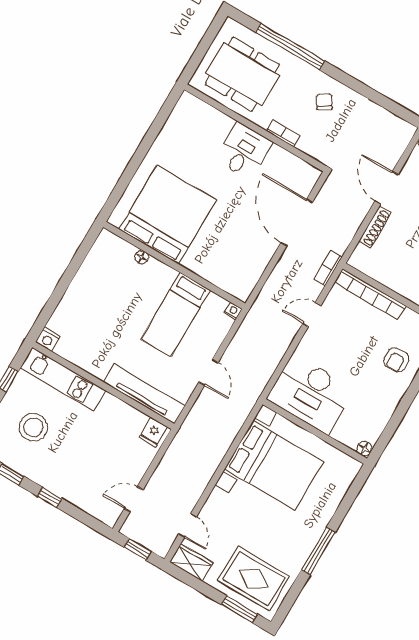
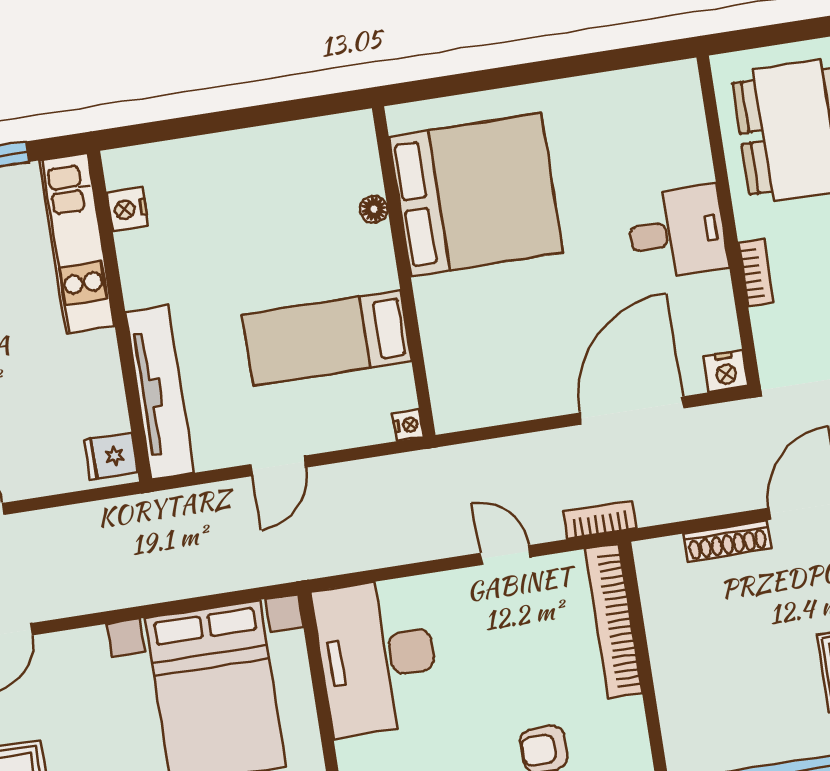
nightstand: (311, 175) -> (726, 371), added
nightstand: (48, 339) -> (127, 209), moved

